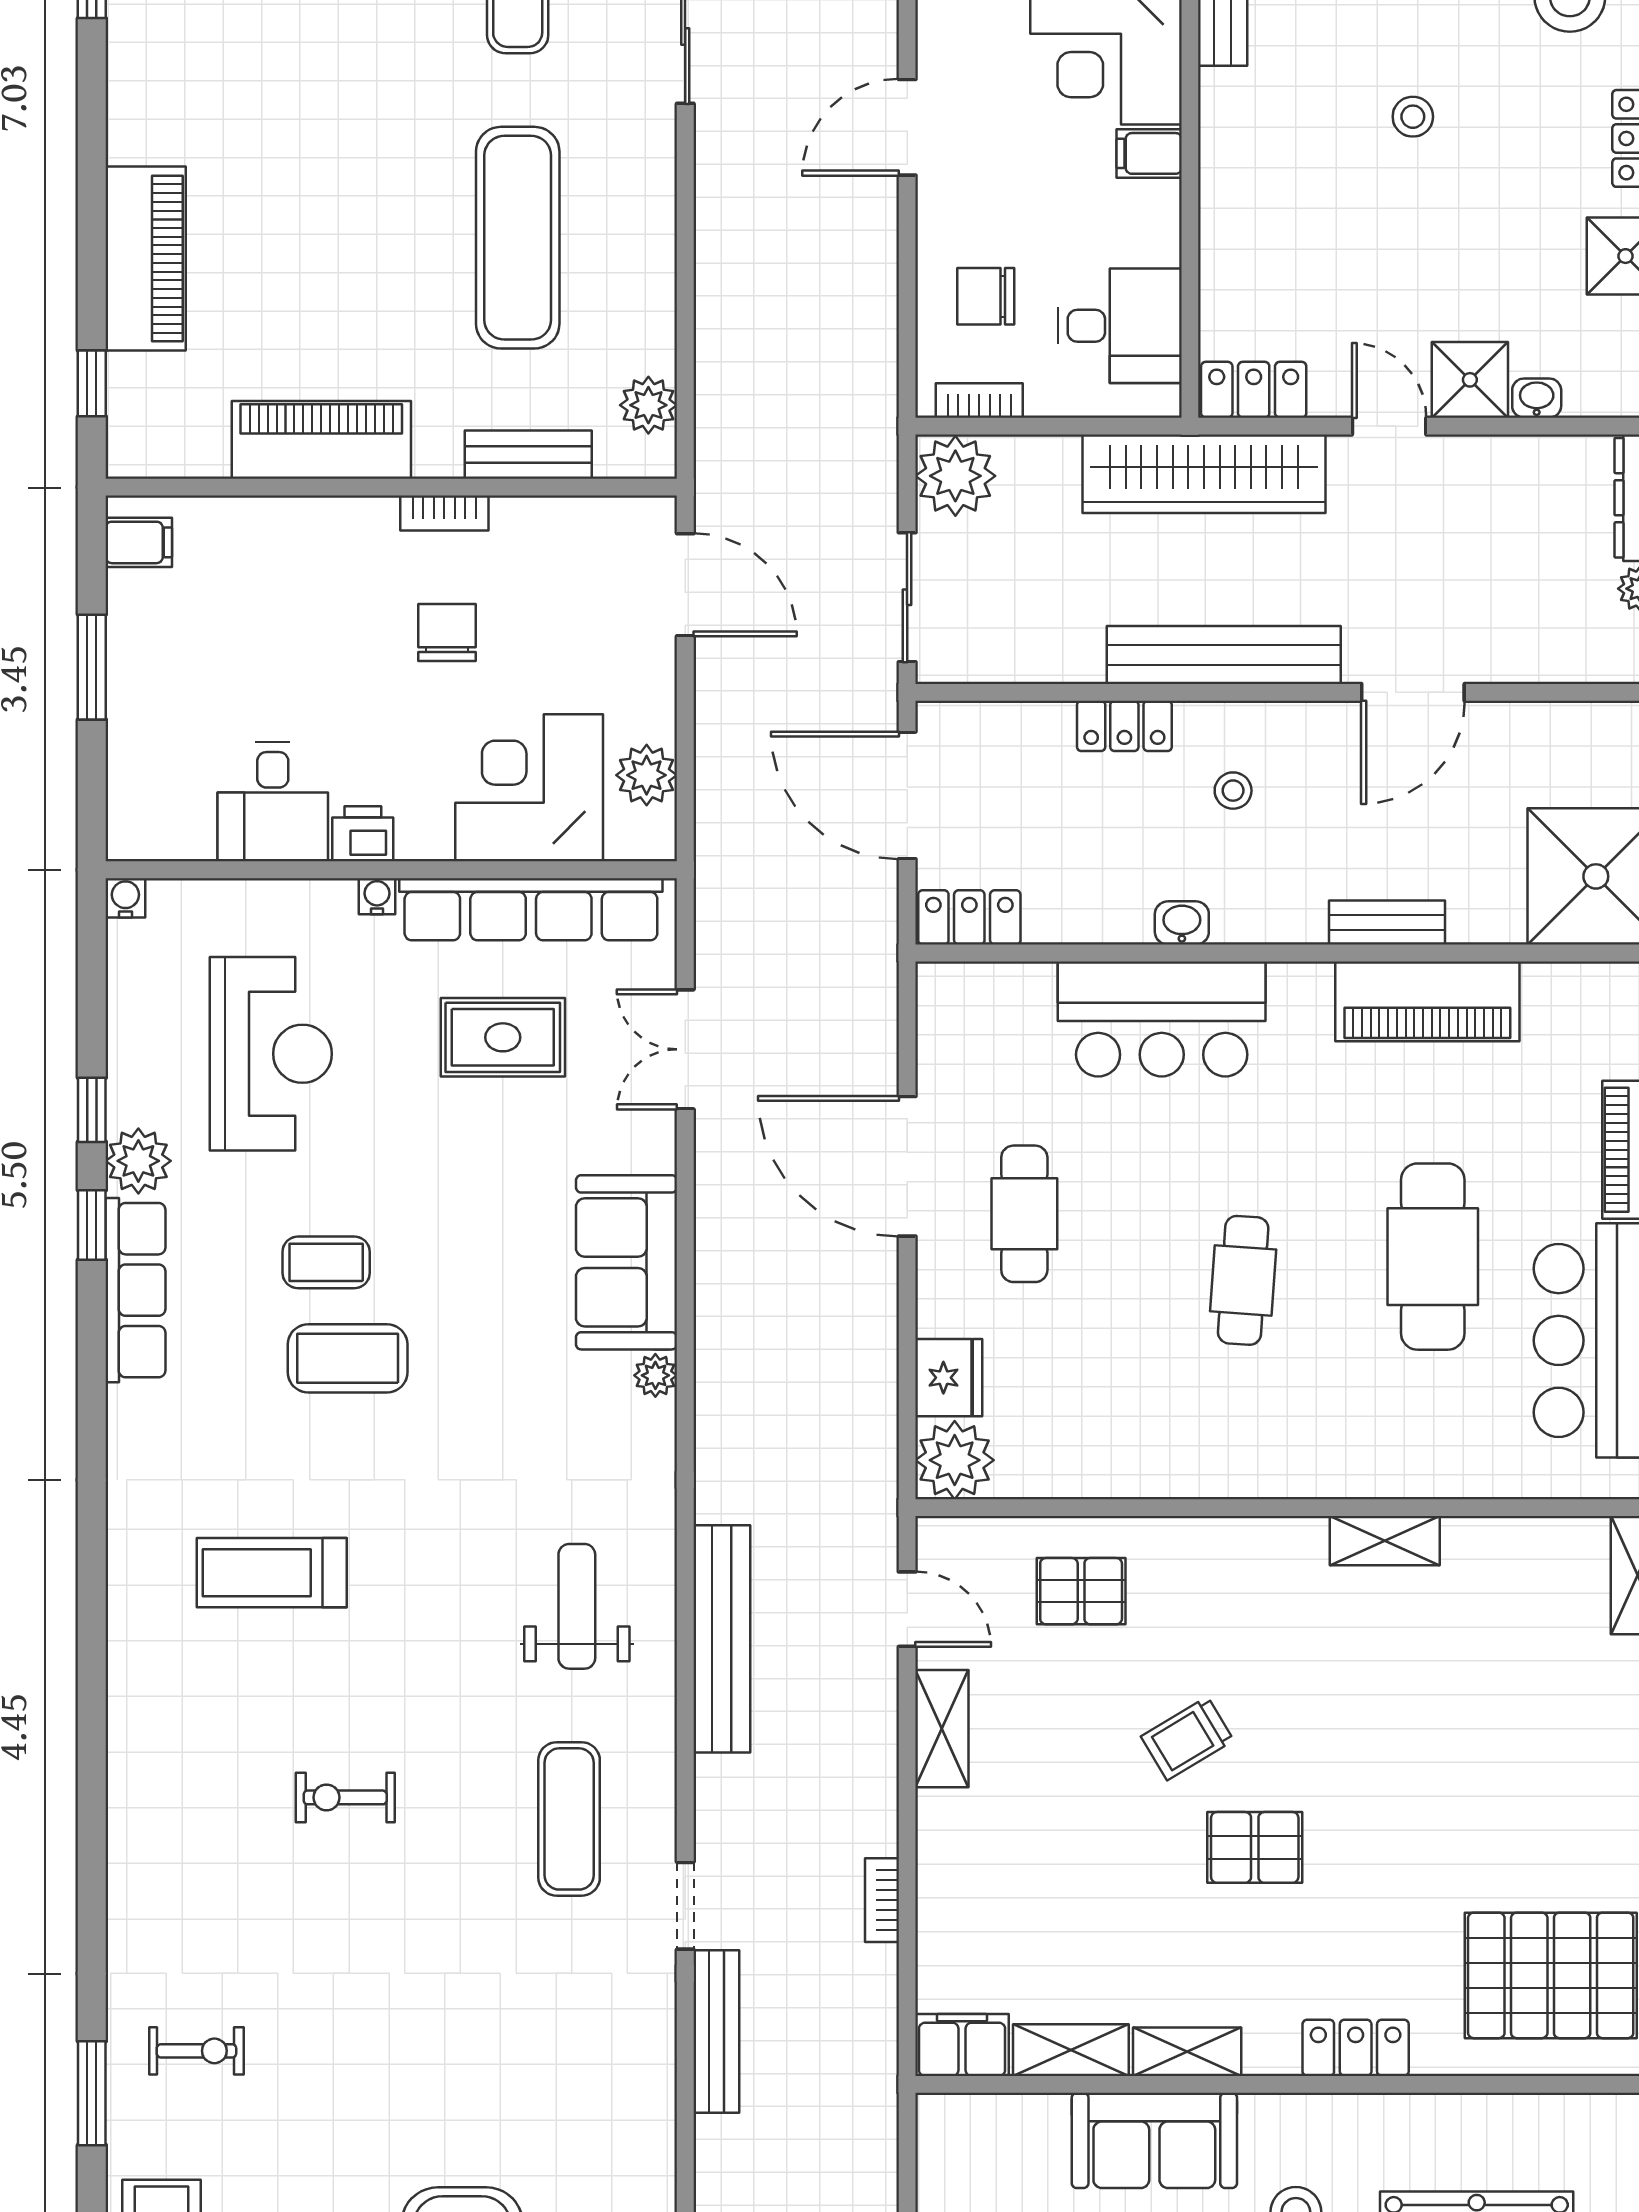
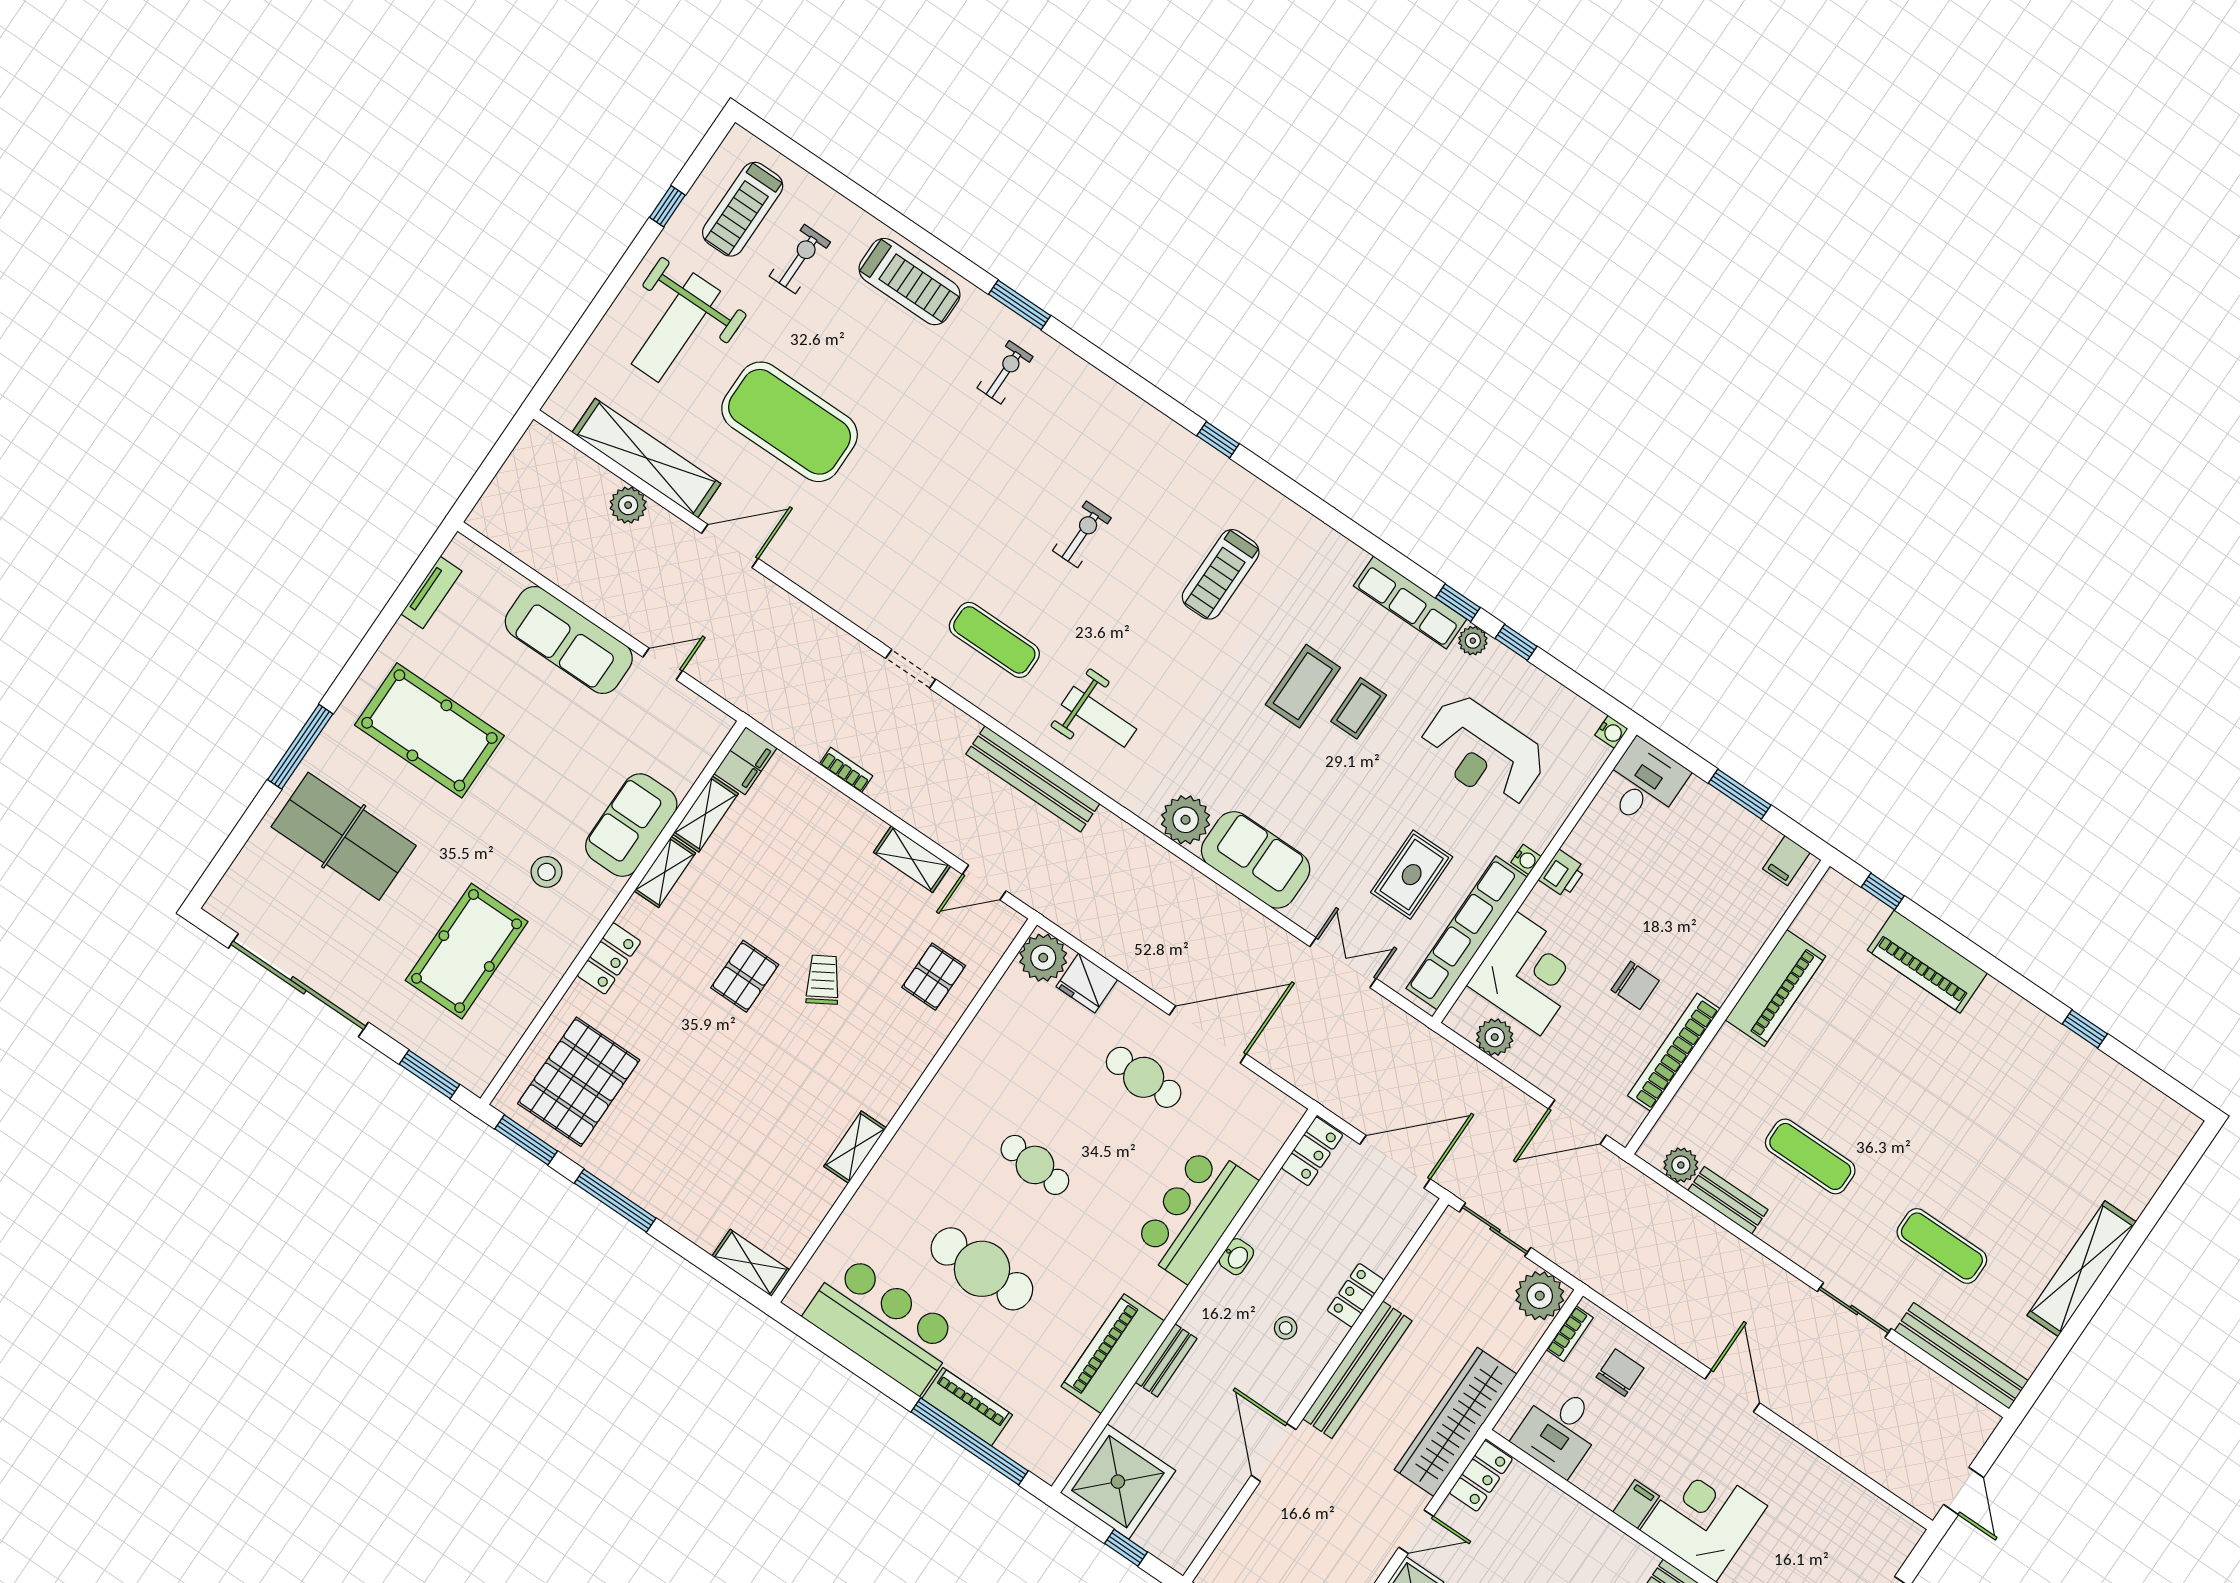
exercise mat: (518, 238) -> (1810, 1156), width x0.73, depth x0.69
bench: (528, 455) -> (1728, 1200), moved, turned 90
bookcase: (444, 513) -> (1674, 1052), width x2.31, depth x1.31
desk: (273, 802) -> (1644, 783), moved, turned 90
plant: (138, 1161) -> (1473, 641), width x0.73, depth x0.73
plant: (655, 1375) -> (1186, 820), width x1.88, depth x1.88
treadmill: (272, 1573) -> (1221, 574), turned 180
window: (92, 1700) -> (1218, 440), added
bench: (716, 2032) -> (836, 641), removed
exercise bike: (196, 2051) -> (1005, 372), turned 180

